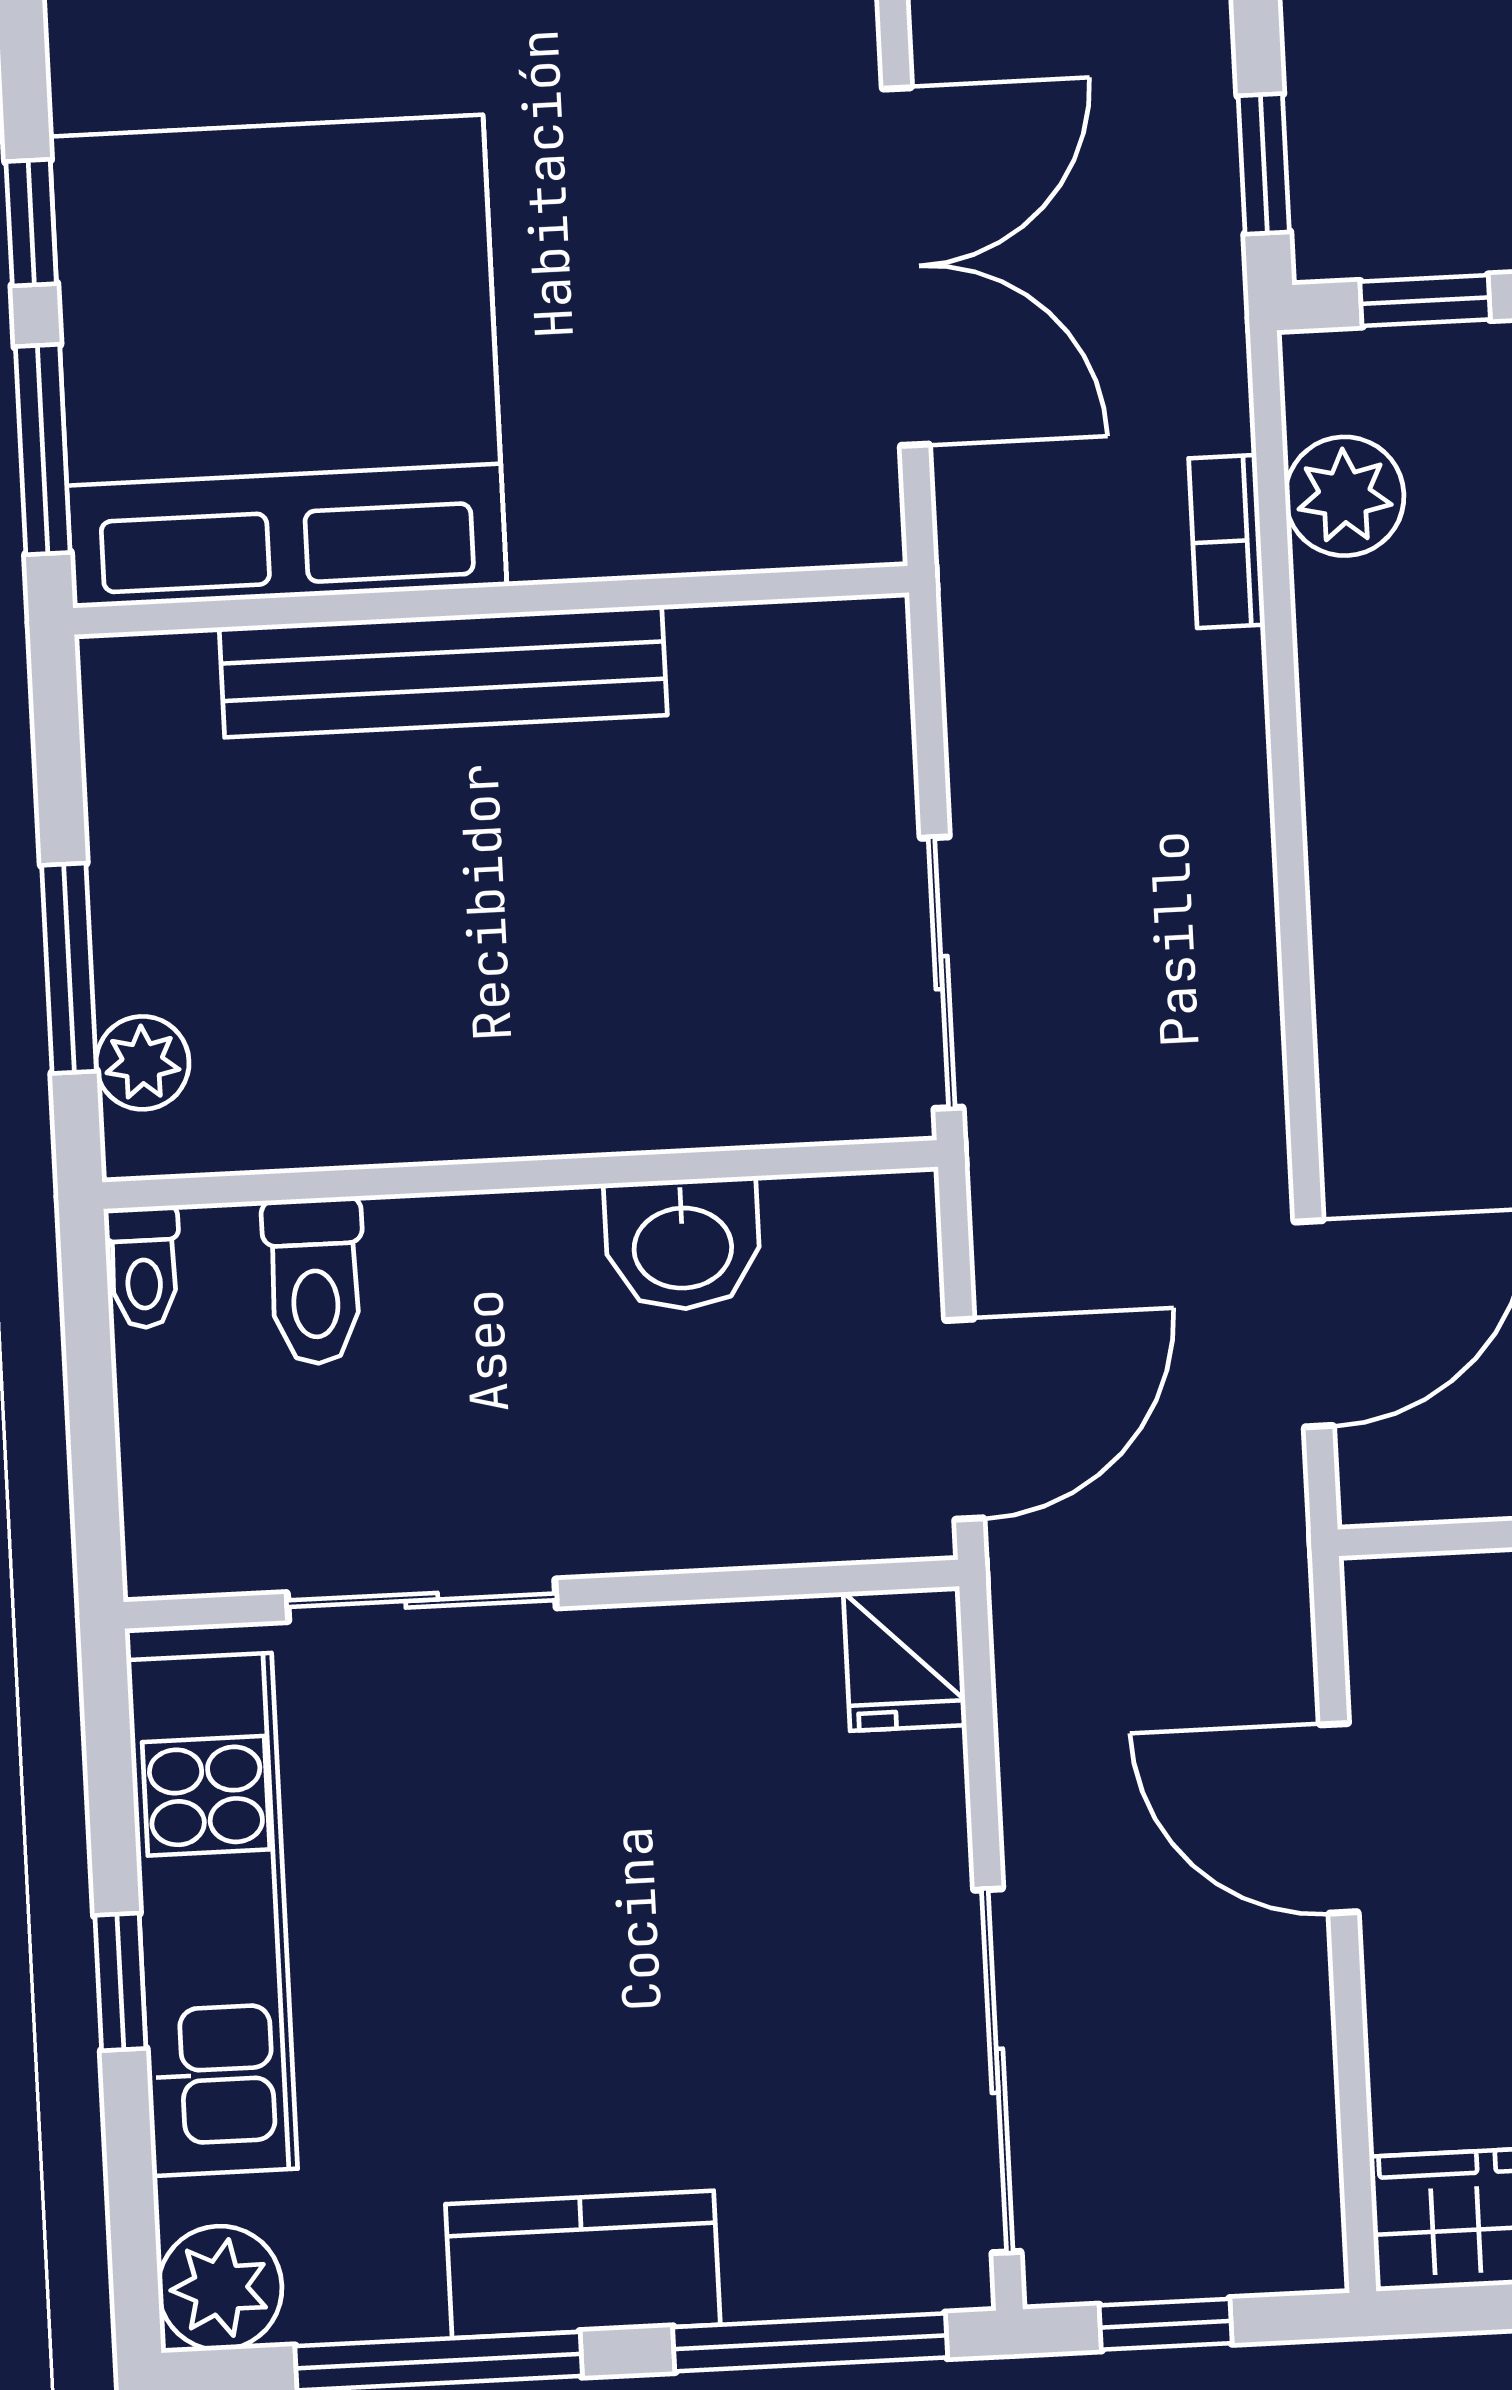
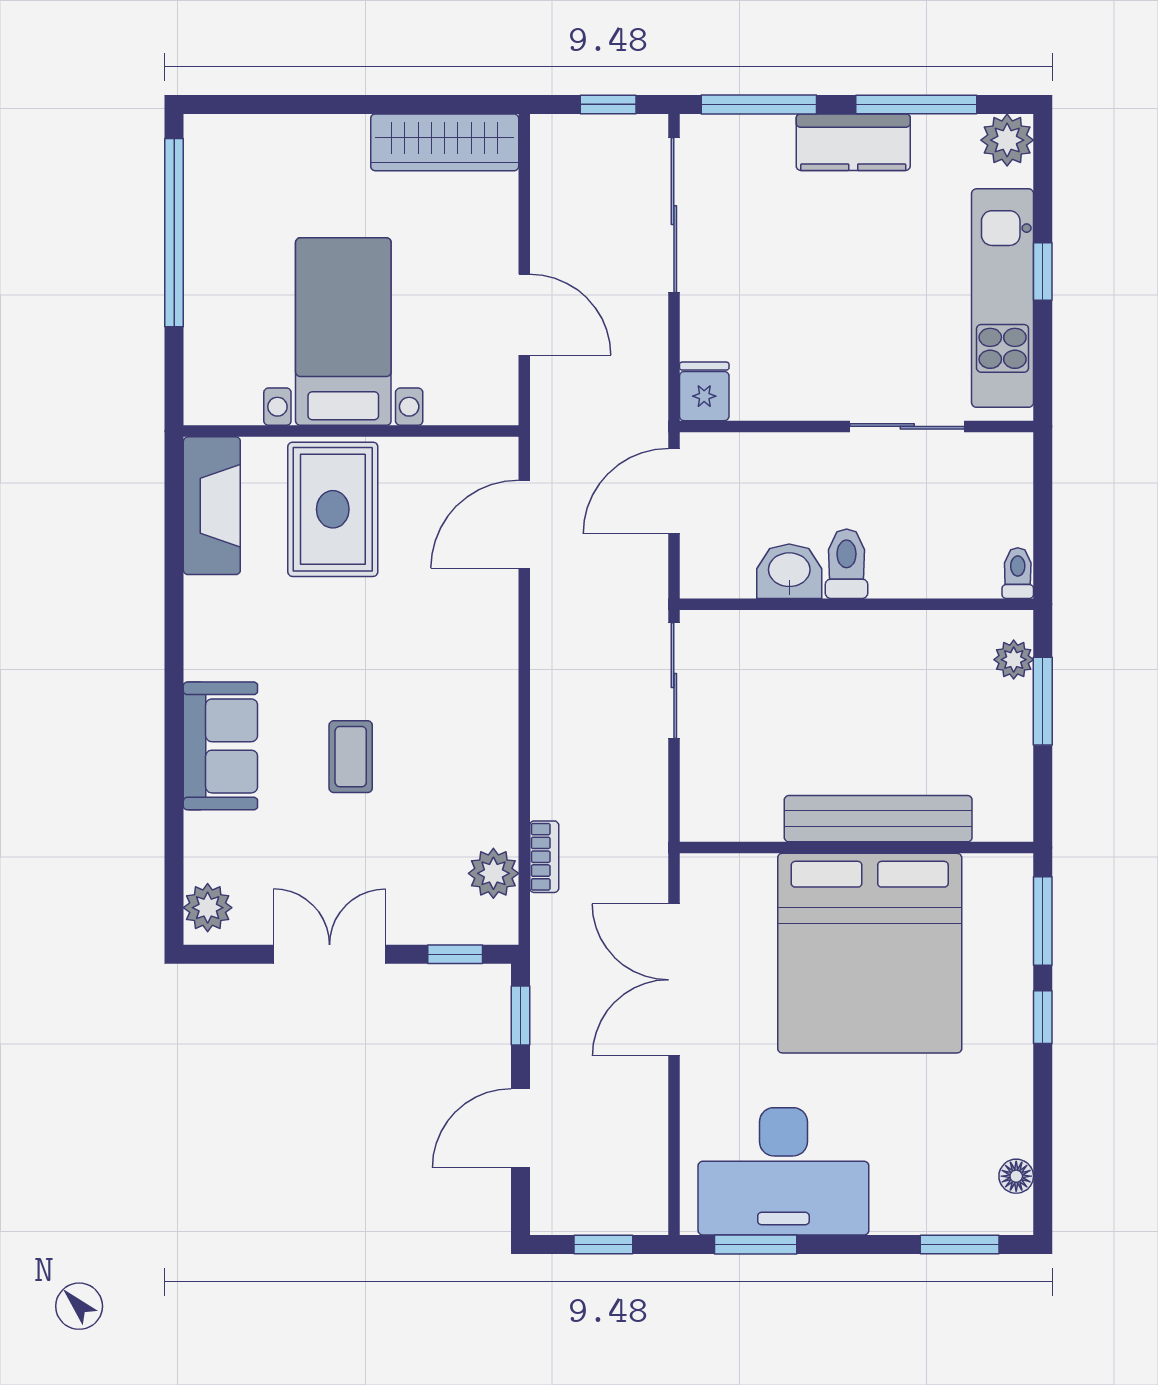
bed: (278, 361) -> (870, 953), moved
toilet: (315, 1281) -> (847, 564), moved

